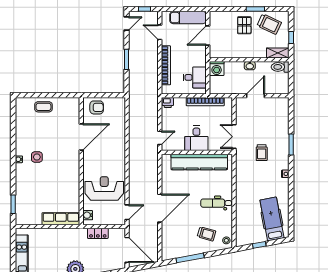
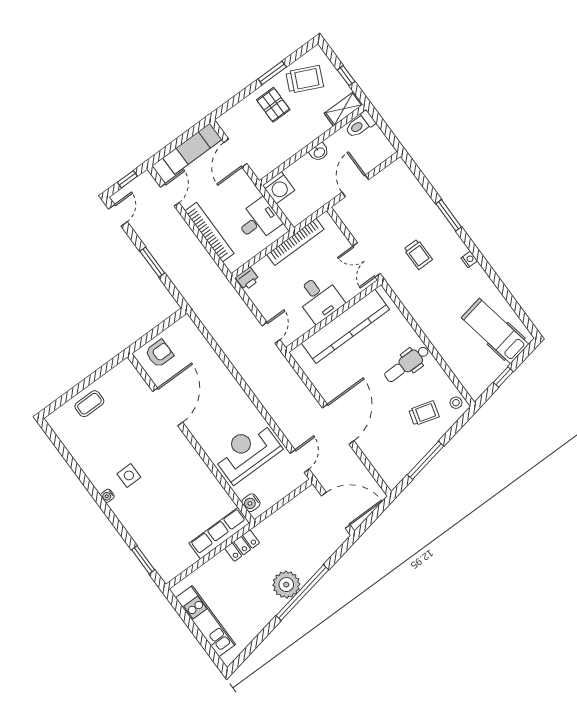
door: (160, 32) -> (170, 195), swing flipped
locker: (98, 233) -> (242, 546), moved

